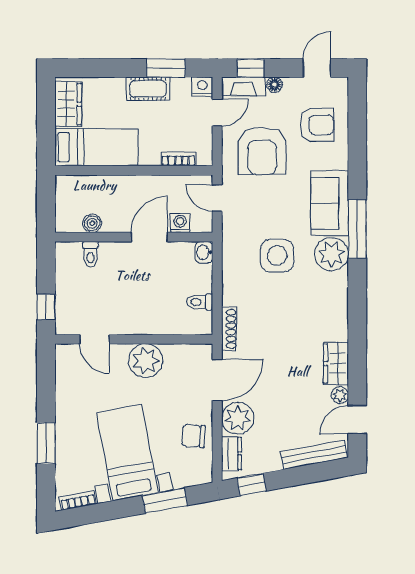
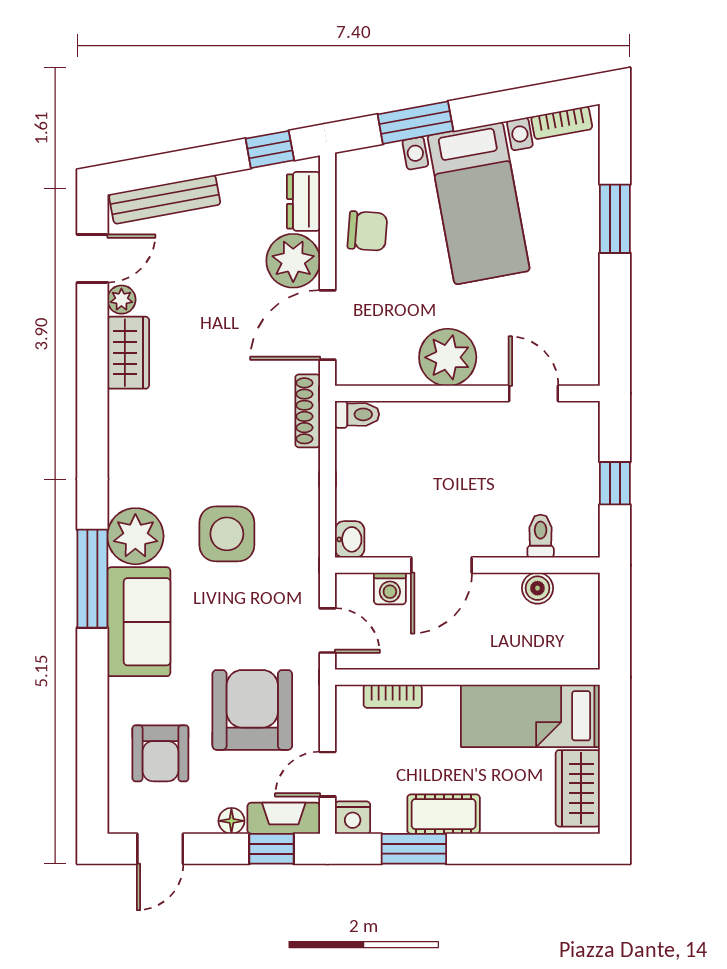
armchair: (317, 125) -> (160, 753), turned -90
toilet: (200, 302) -> (357, 414), moved
window: (46, 307) -> (615, 483), moved

